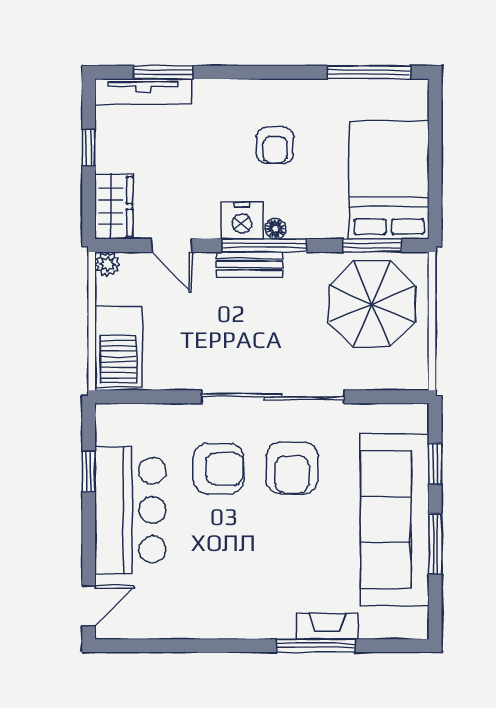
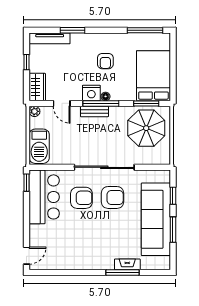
window: (163, 72) -> (72, 30), moved
armchair: (292, 468) -> (113, 197), turned -90
window: (89, 472) -> (27, 183), moved
bar counter: (130, 510) -> (44, 197), moved

